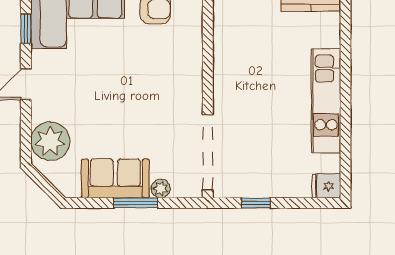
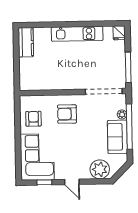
armchair: (164, 77) -> (67, 114), added
window: (136, 203) -> (129, 127), width x2.11
window: (256, 203) -> (128, 67), width x2.17

